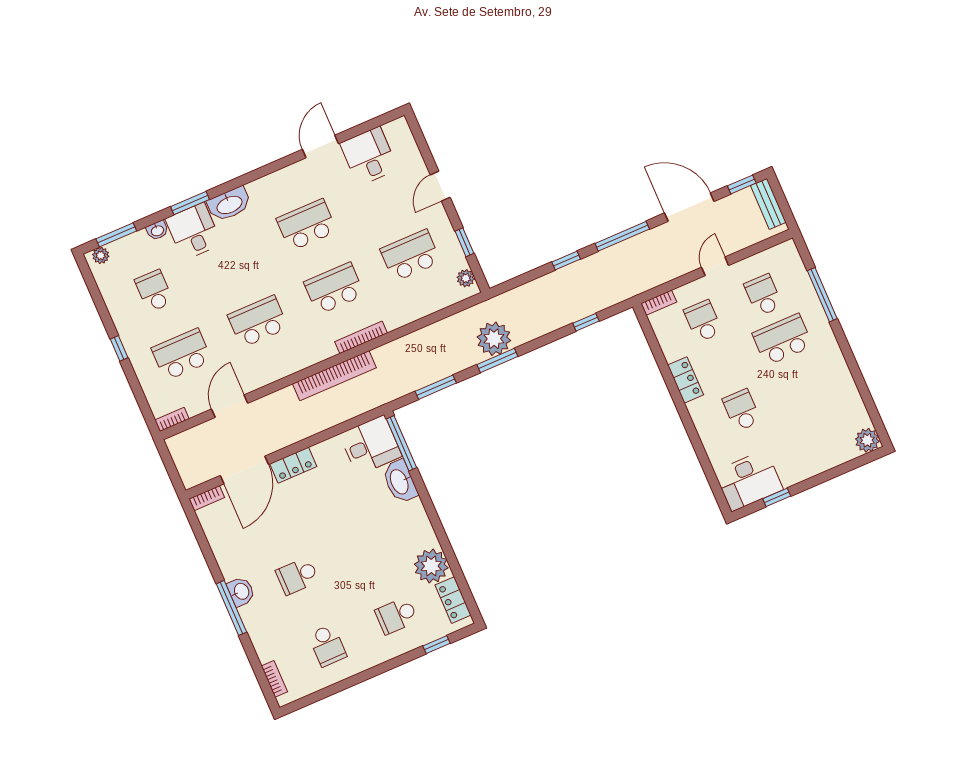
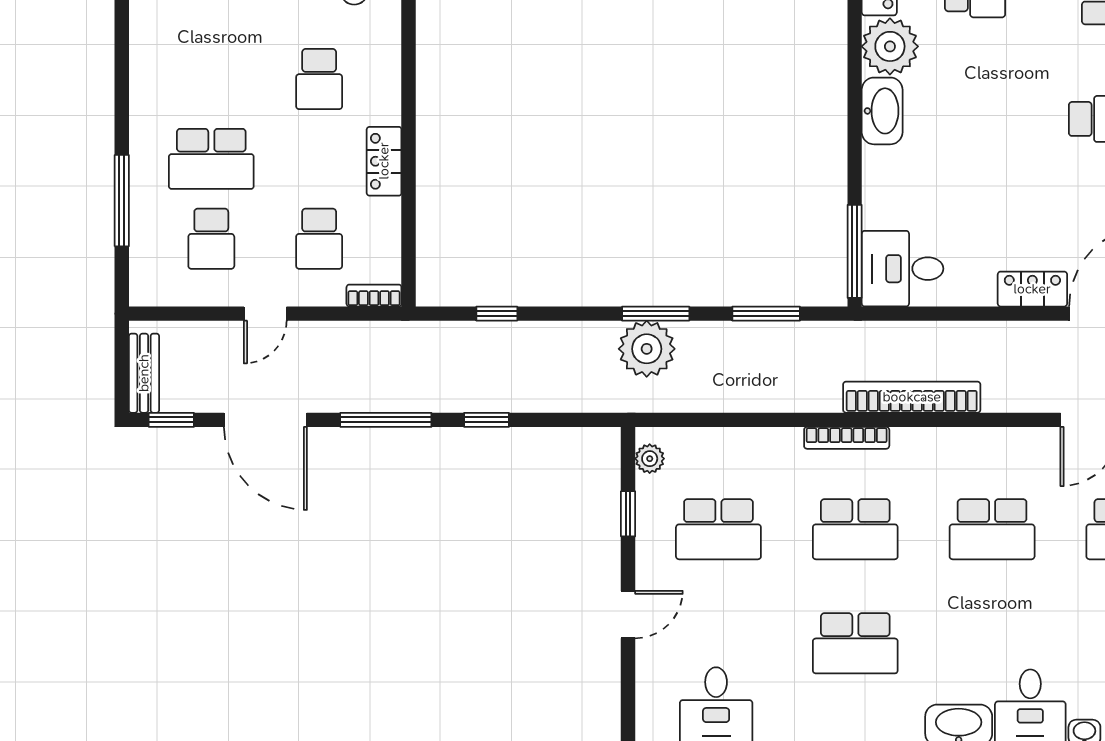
washbasin: (400, 482) -> (882, 111), moved

